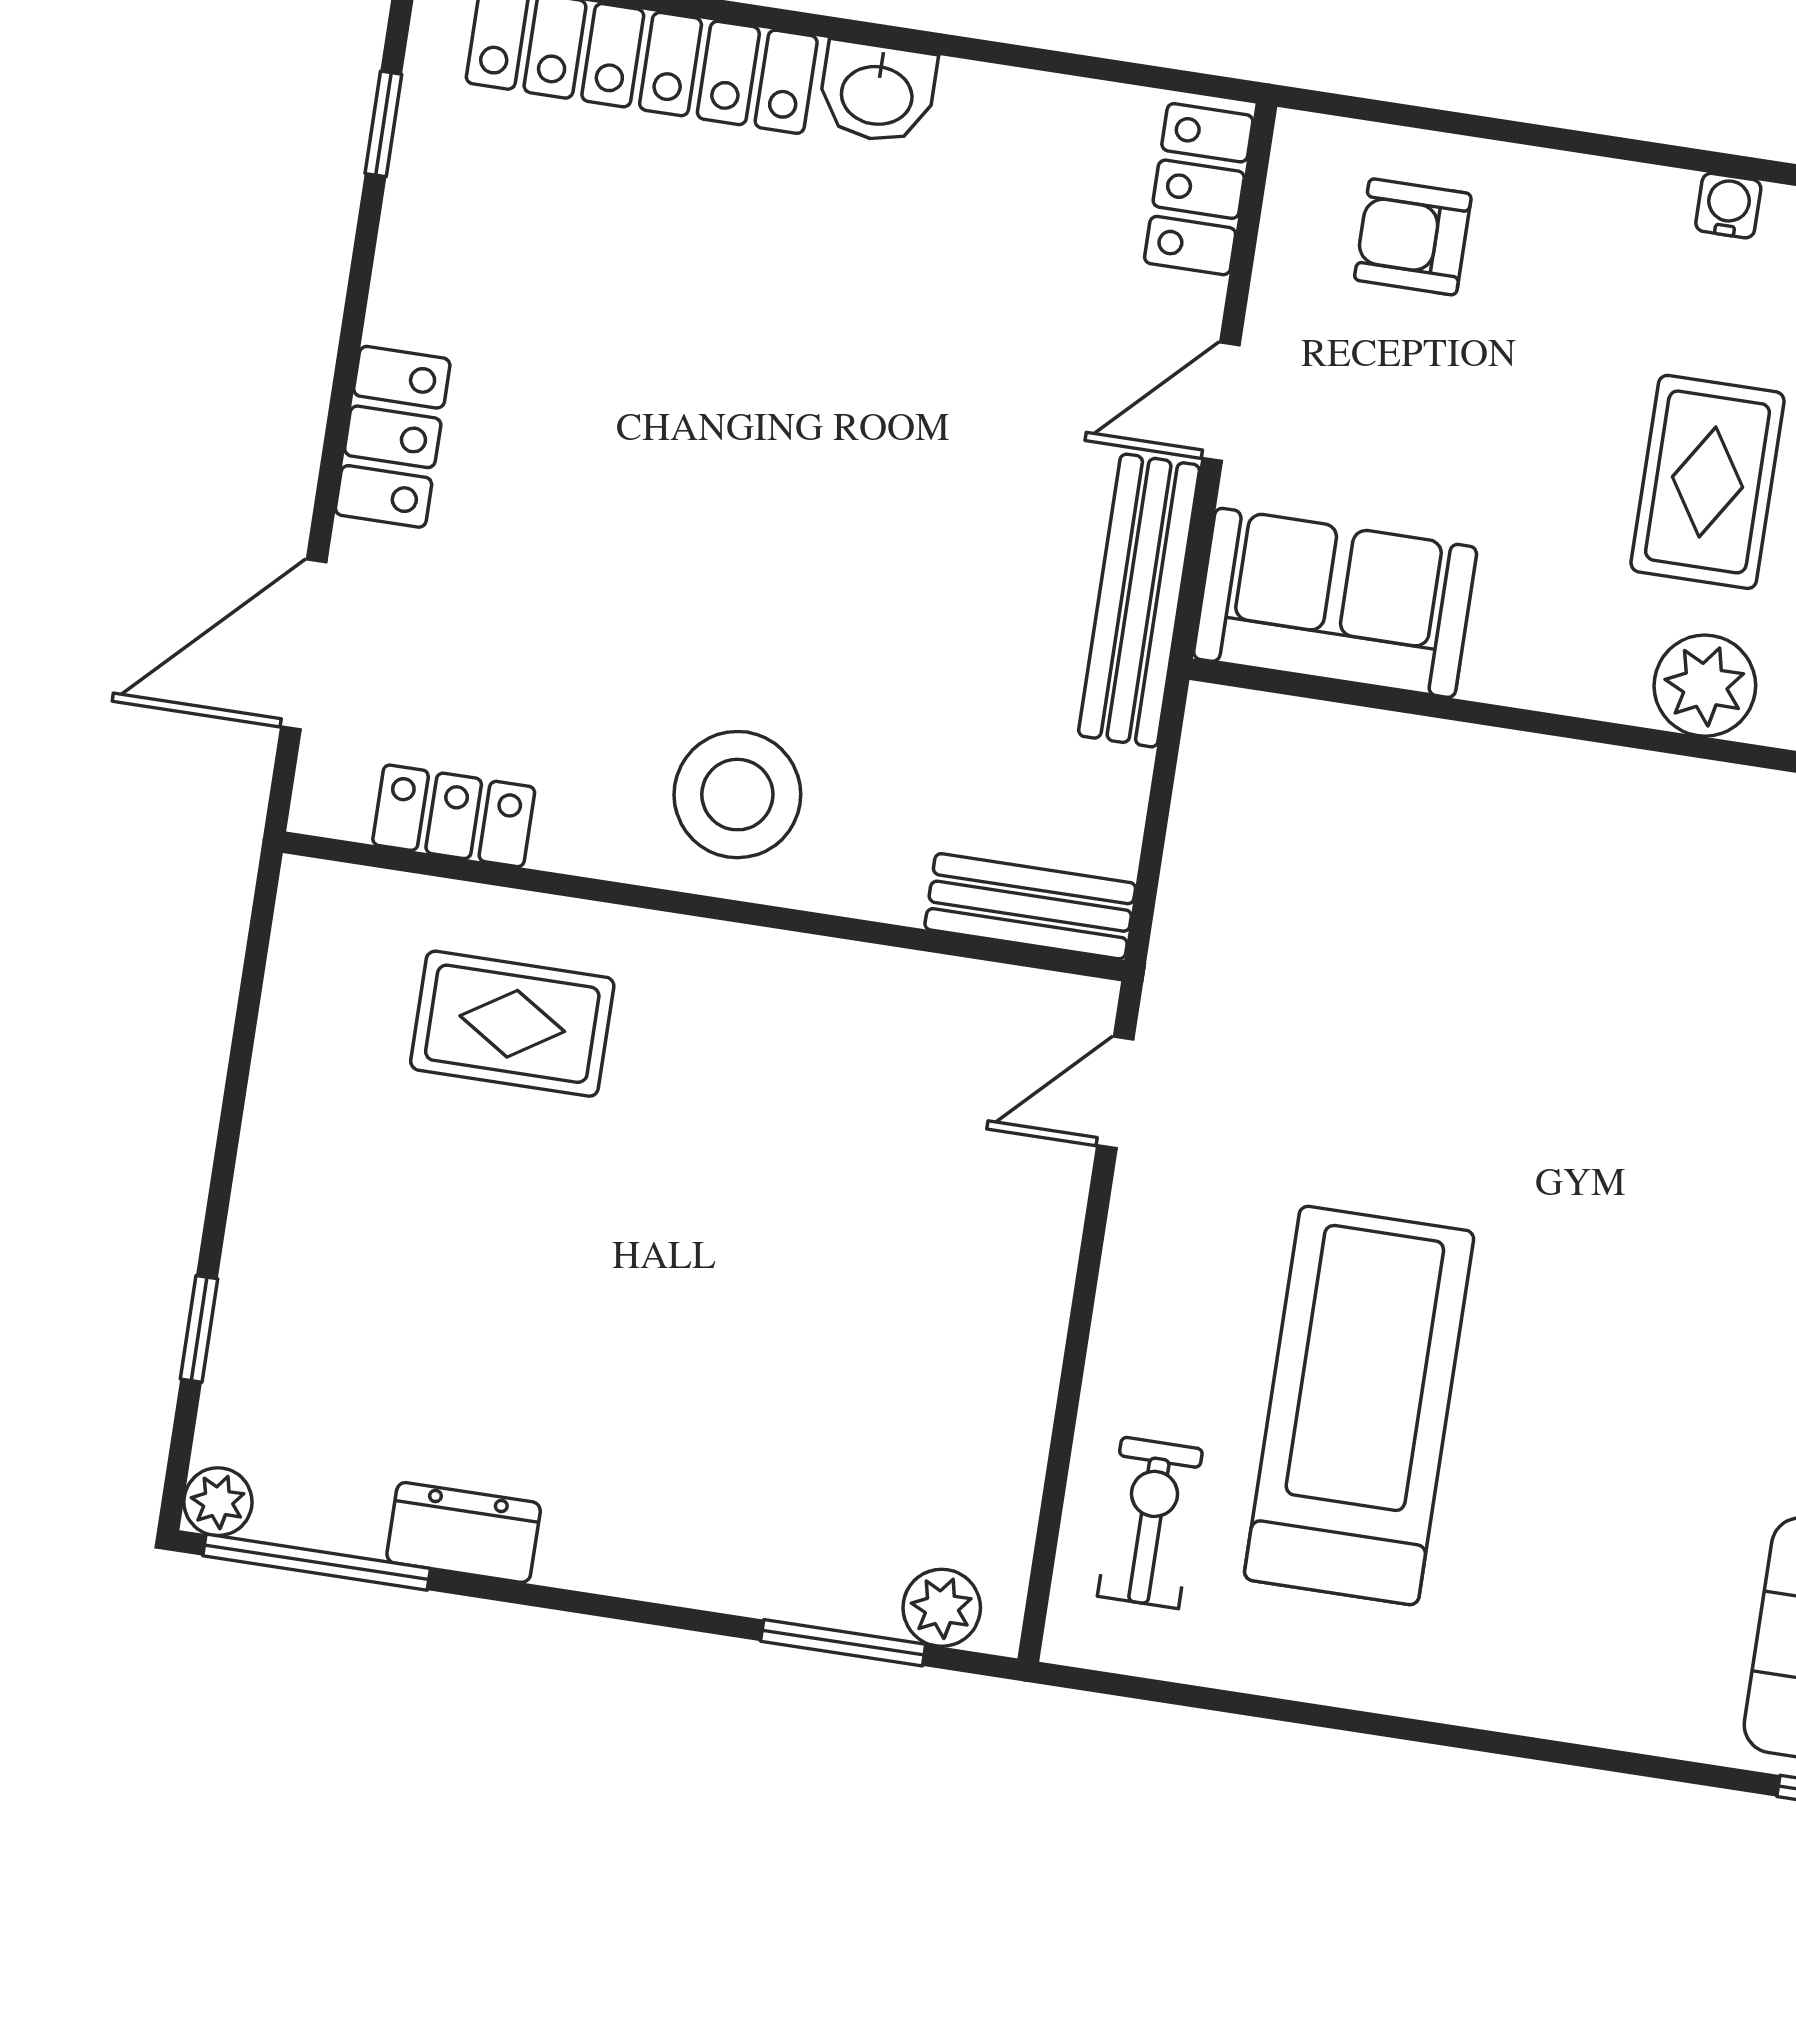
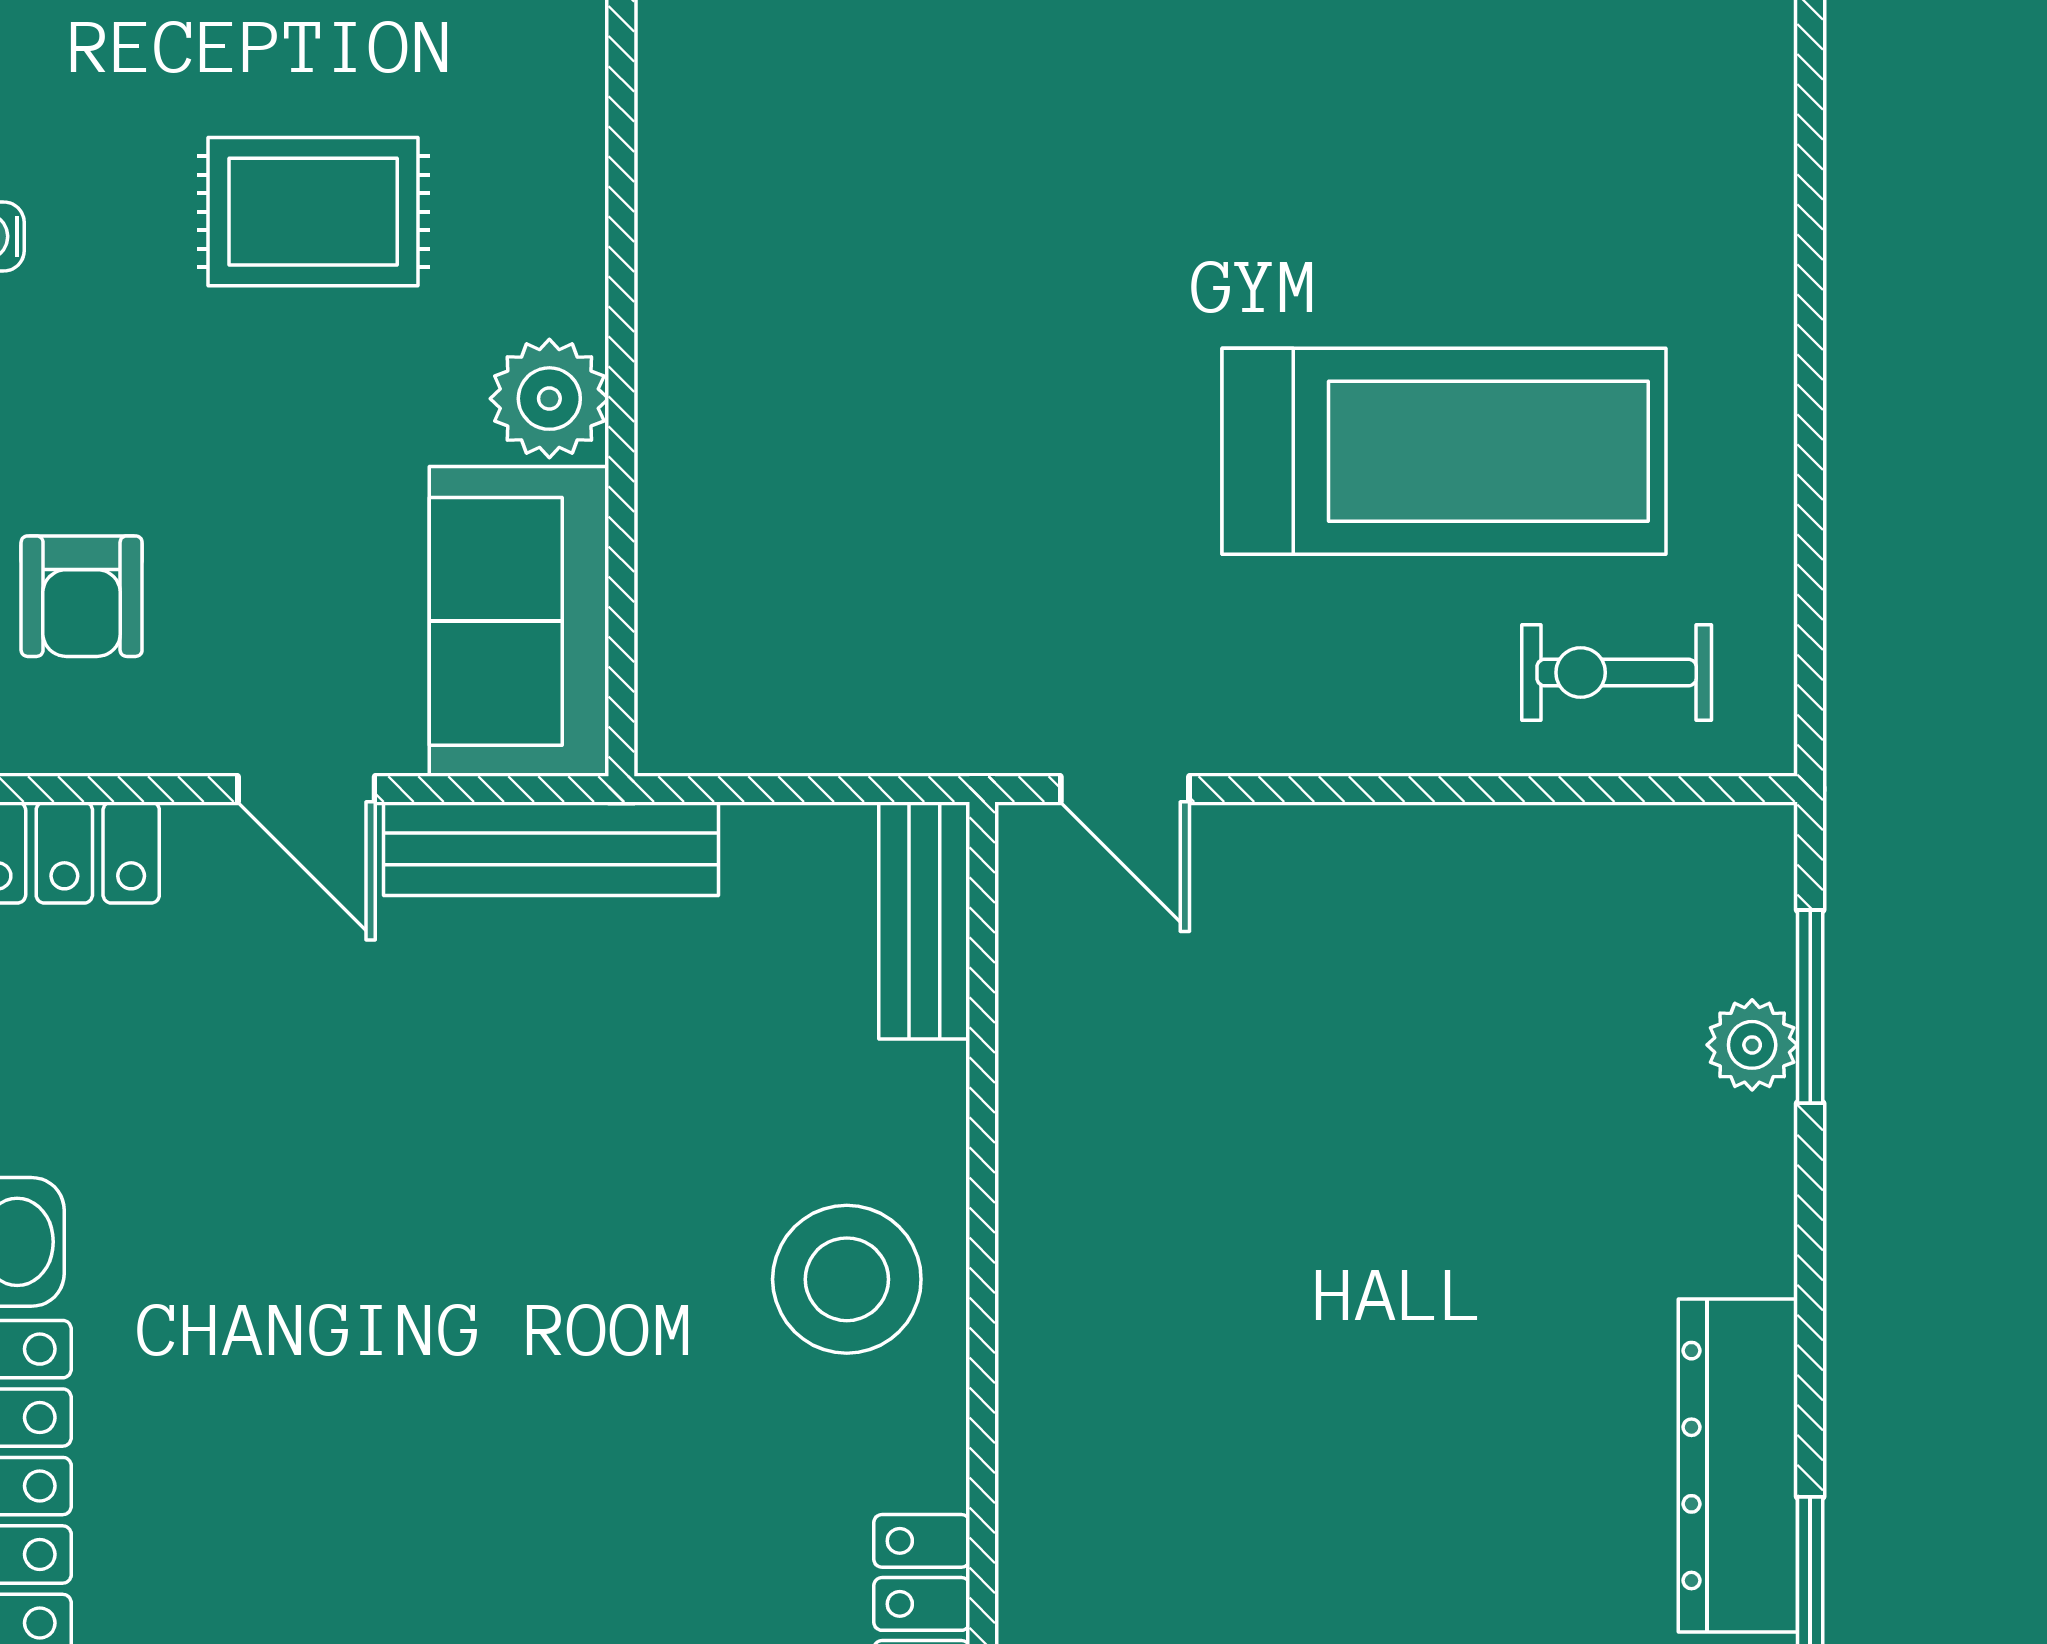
plant: (1705, 686) -> (549, 399), moved
rug: (512, 1024) -> (1152, 1499), removed
treadmill: (1359, 1405) -> (1444, 451), turned 180
dresser: (464, 1532) -> (1738, 1466), width x1.96, depth x1.24
plant: (942, 1608) -> (1752, 1045), moved

